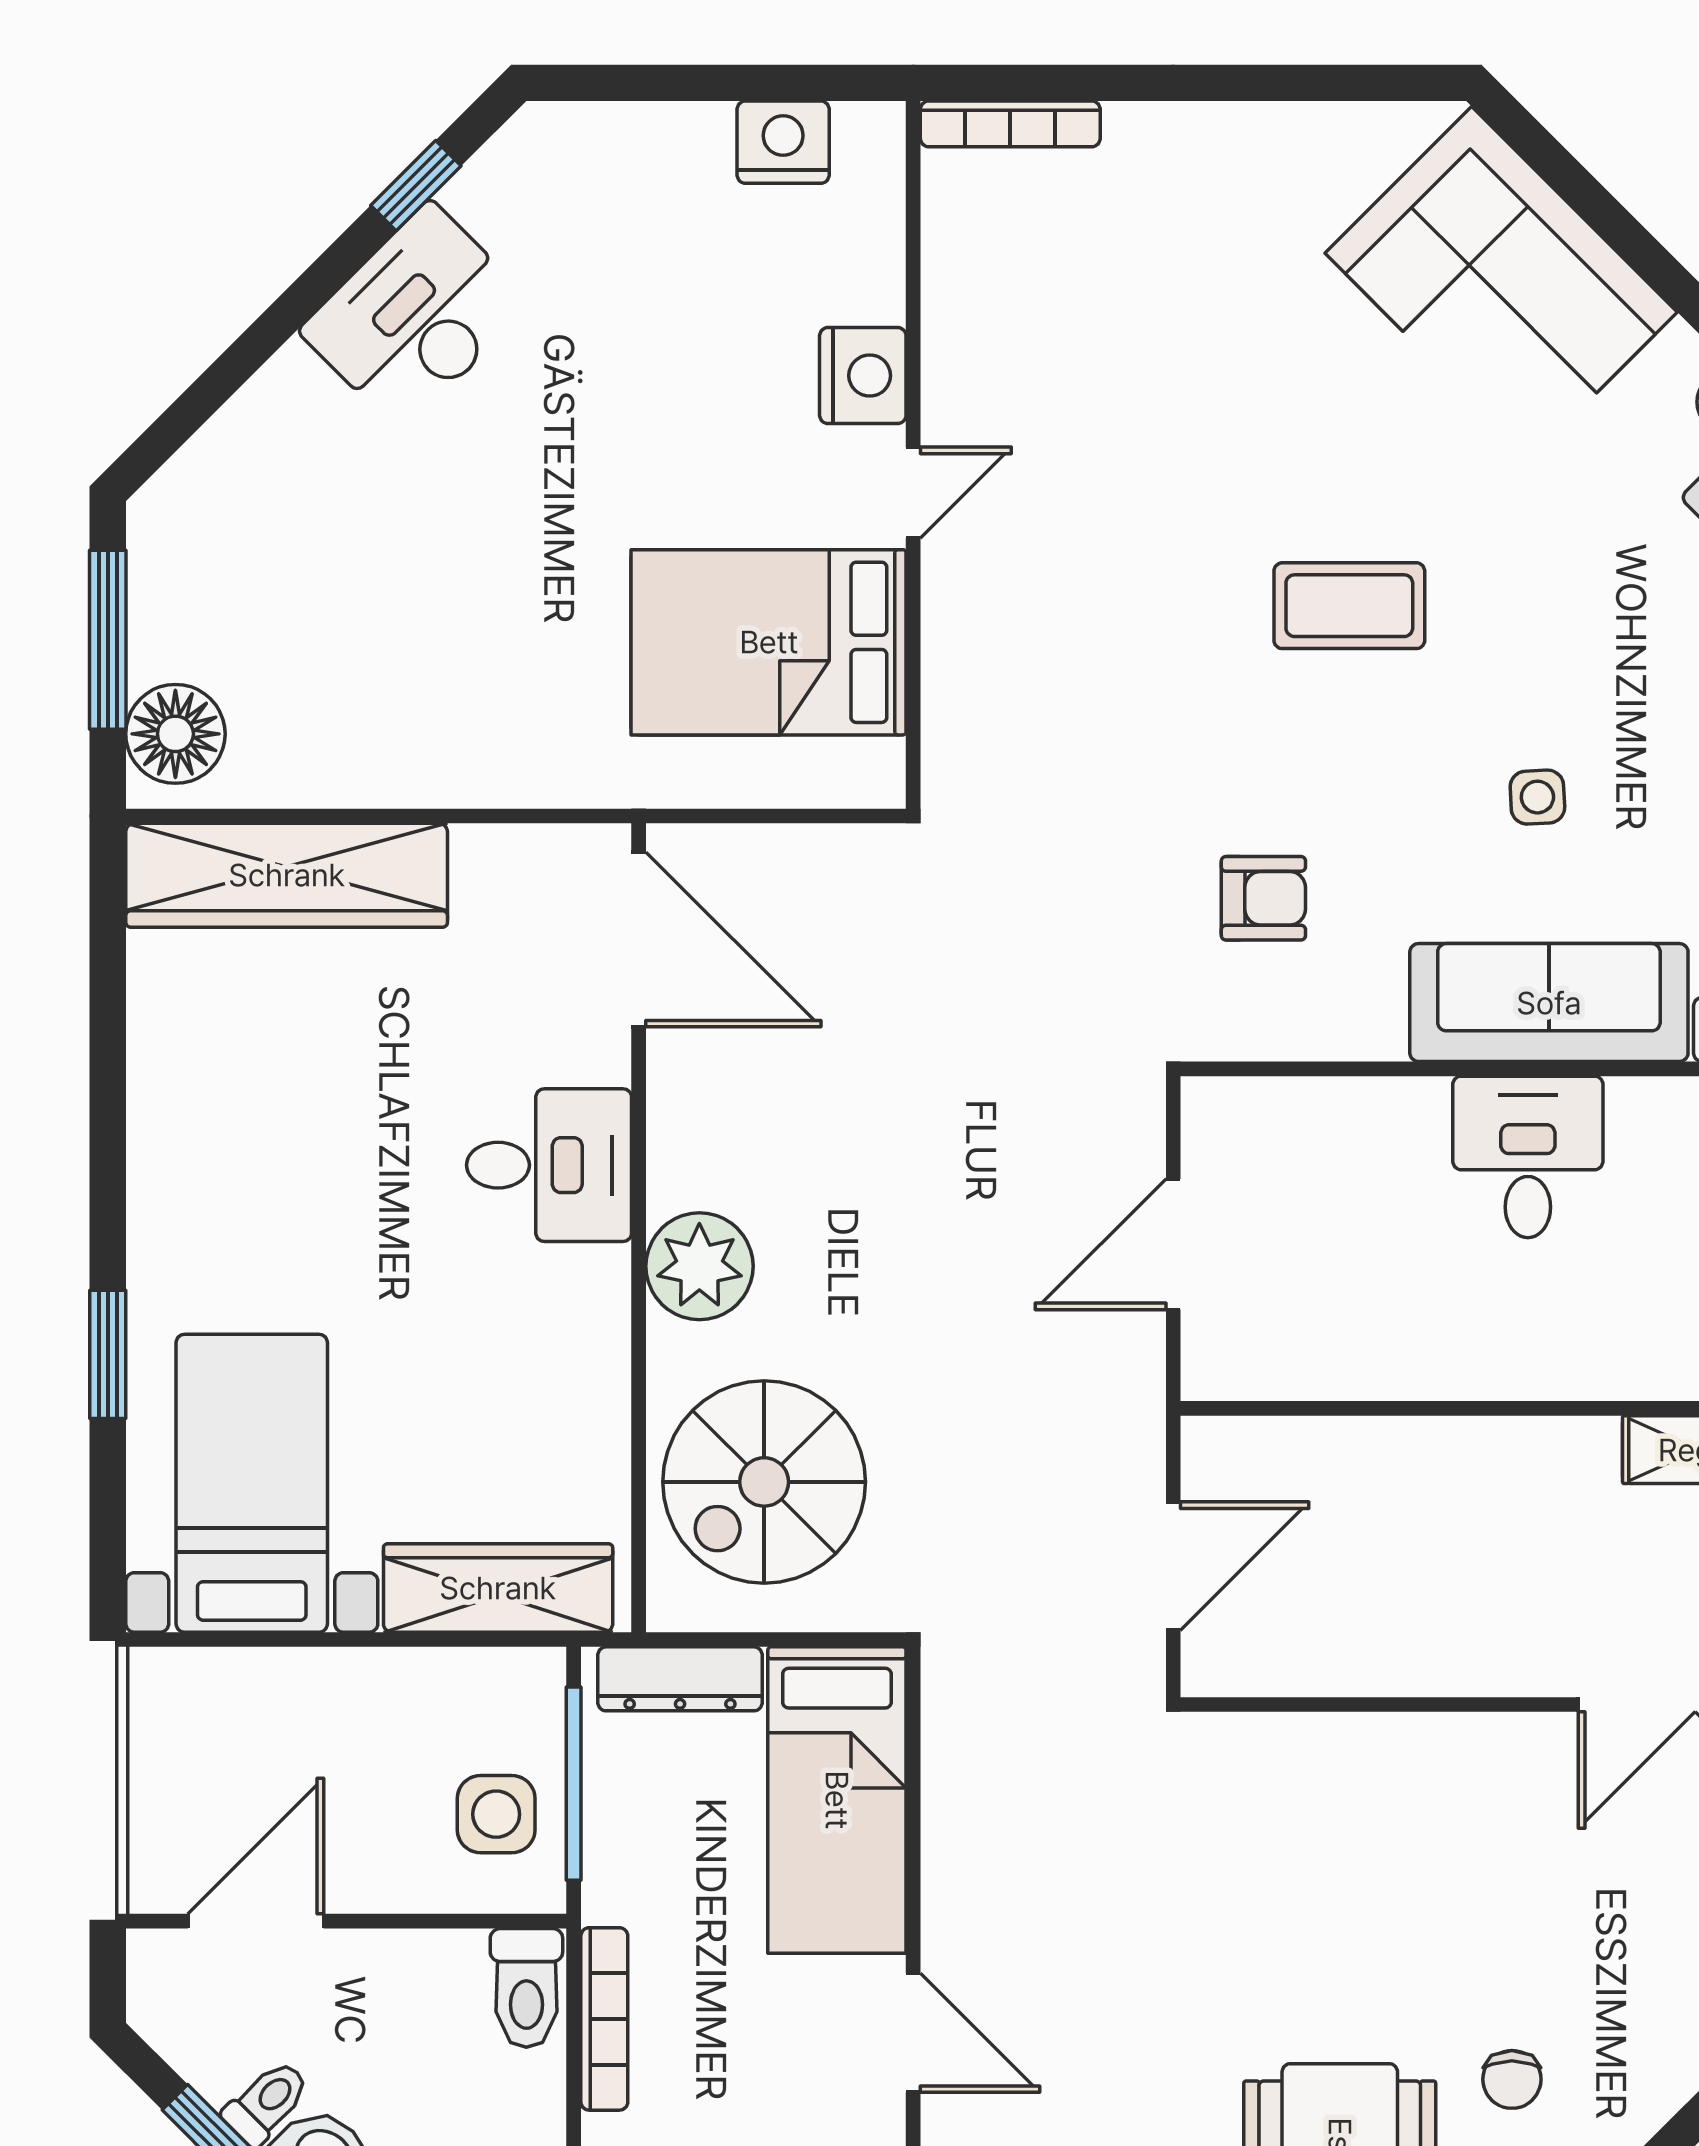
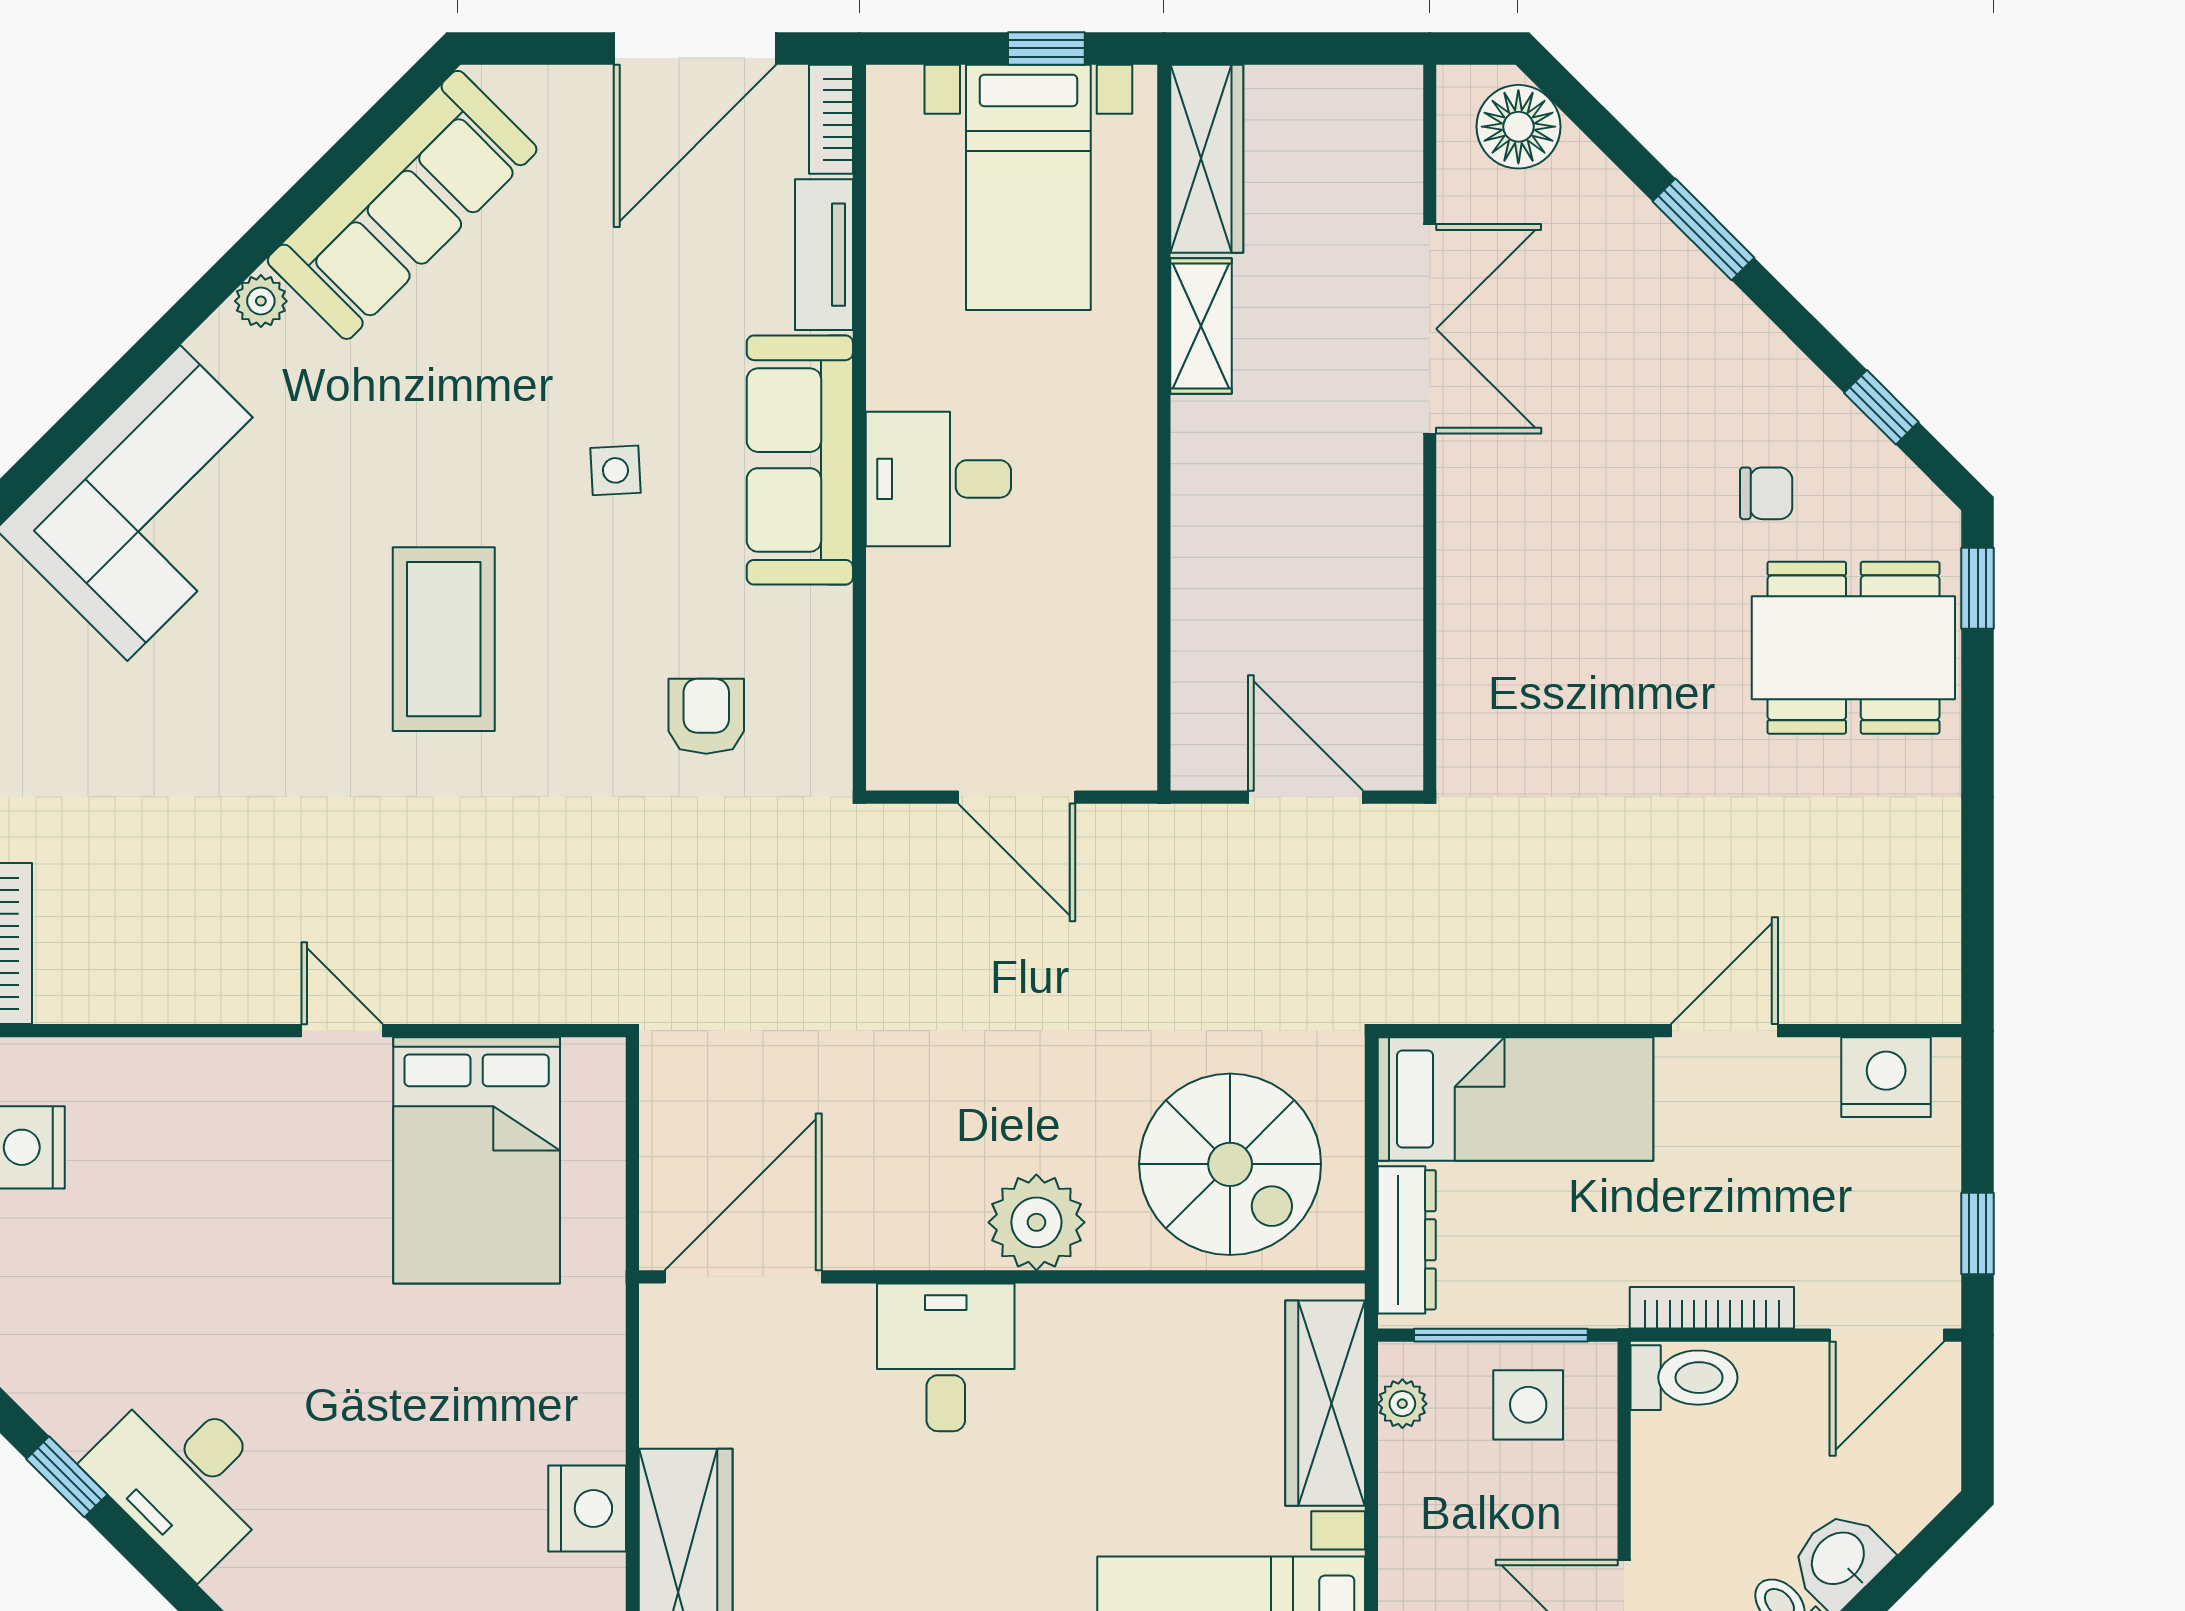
nightstand: (863, 376) -> (587, 1509), moved, turned 90
coffee table: (1349, 606) -> (444, 639), width x1.36, depth x1.32
plant: (497, 1674) -> (1402, 1404), added

